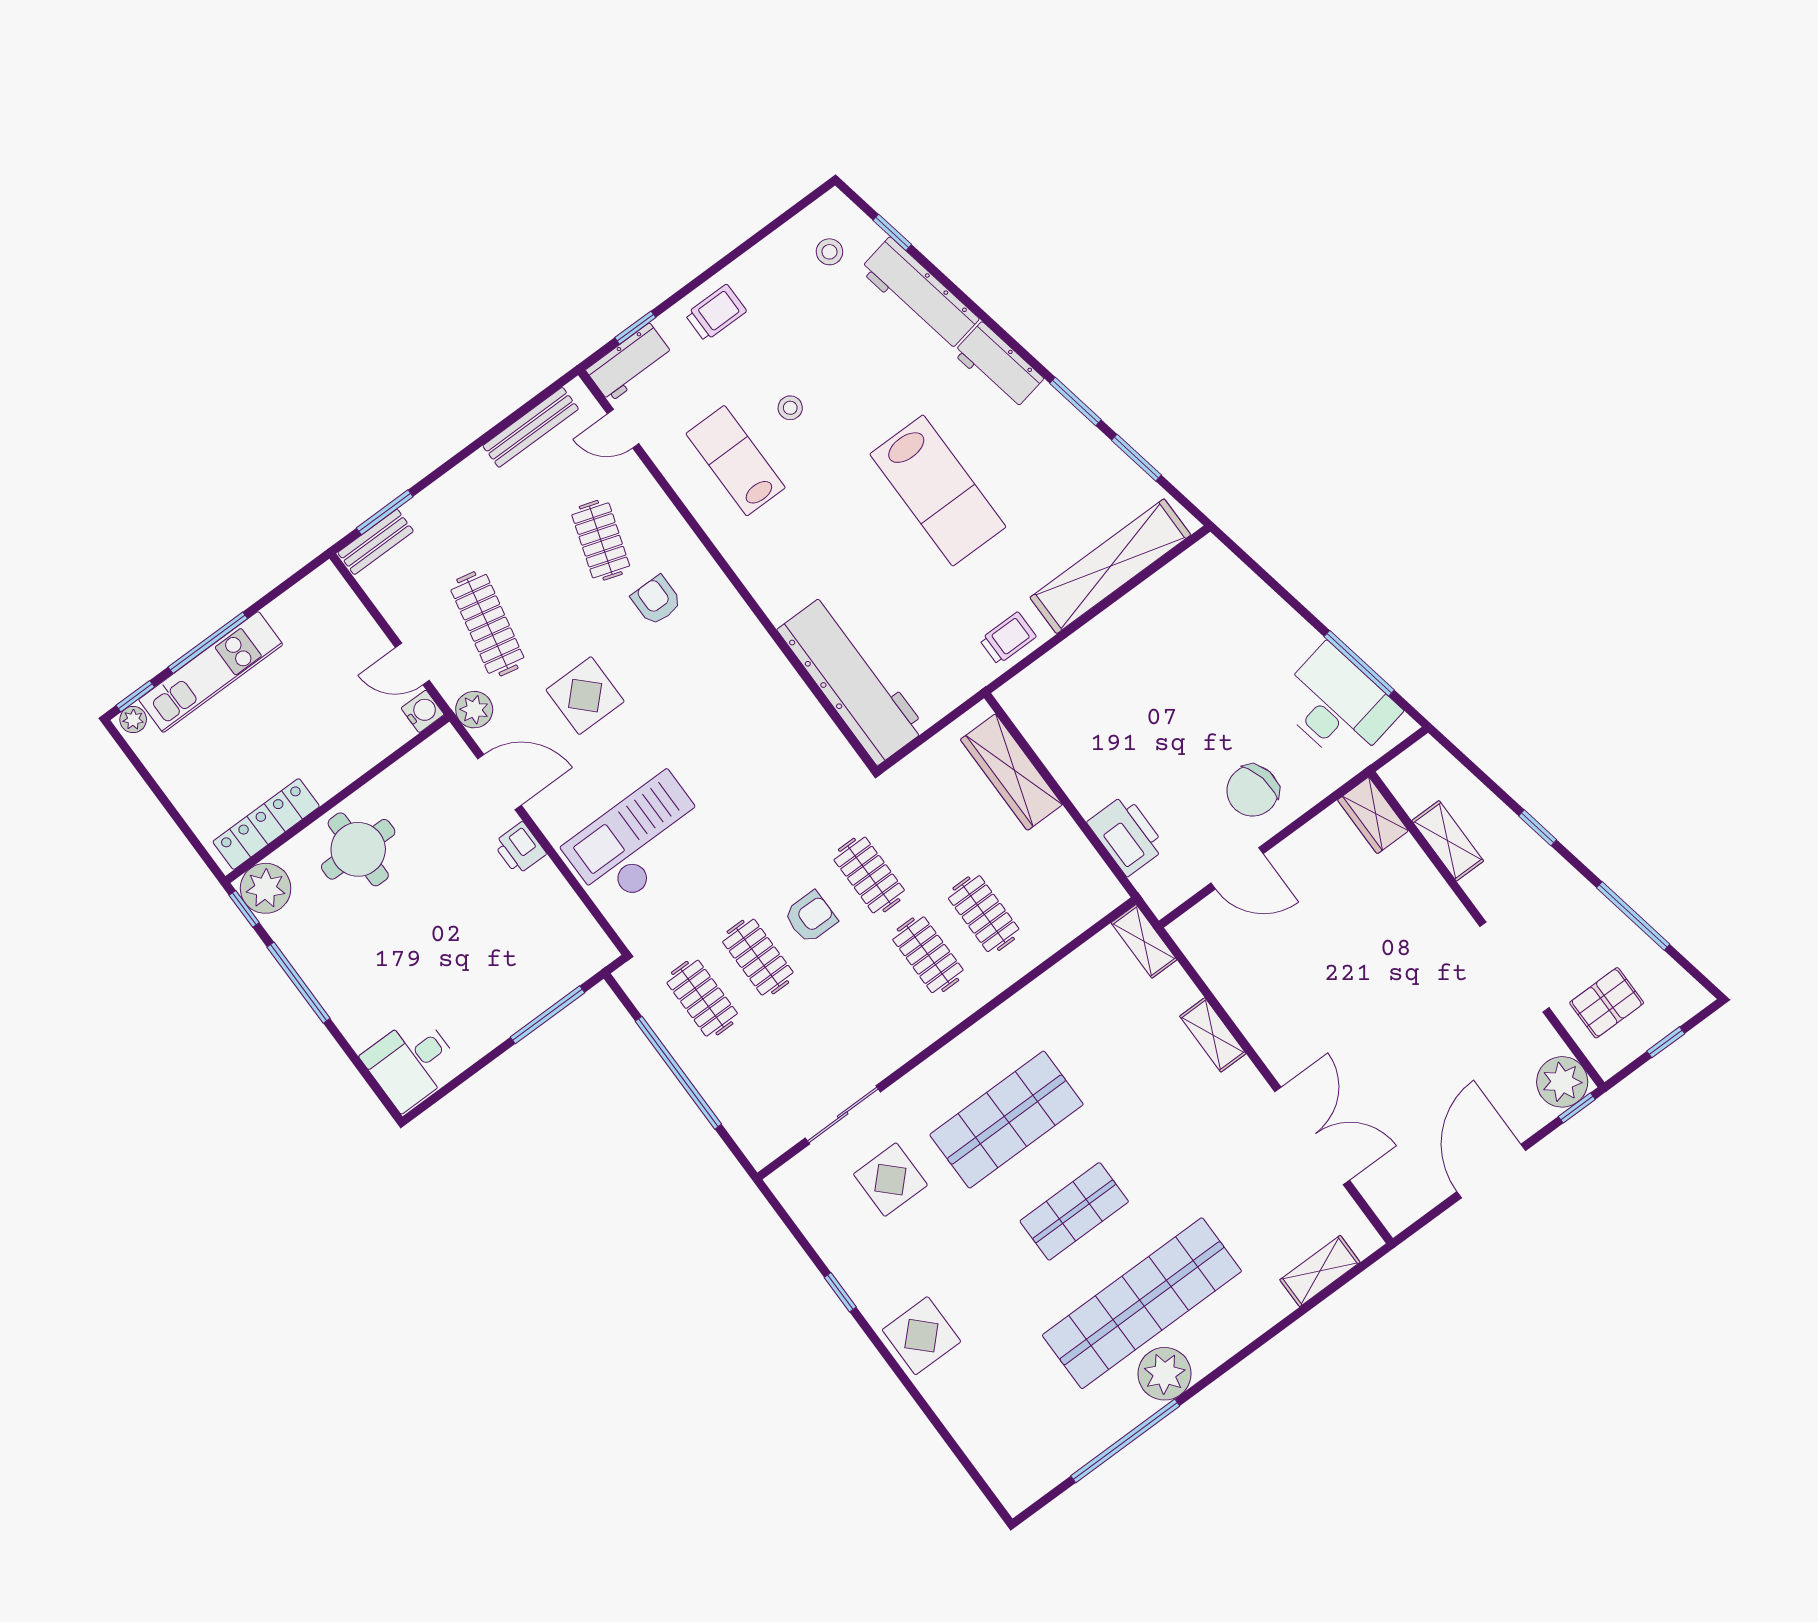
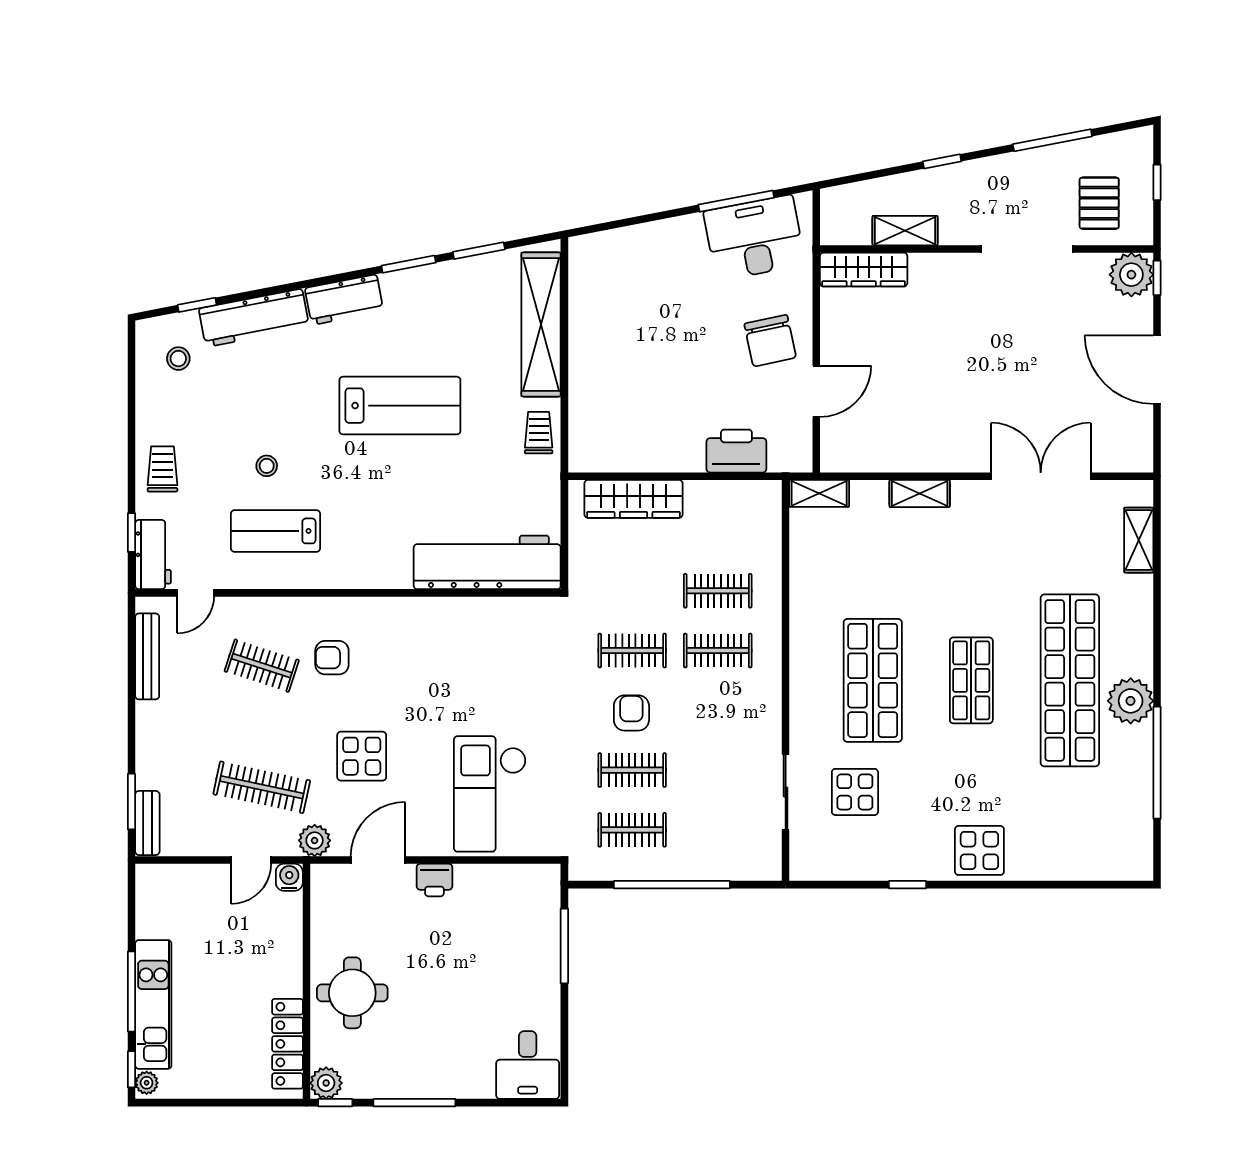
wardrobe: (1373, 815) -> (864, 270), width x1.50
plant: (266, 888) -> (326, 1083), width x0.73, depth x0.73

